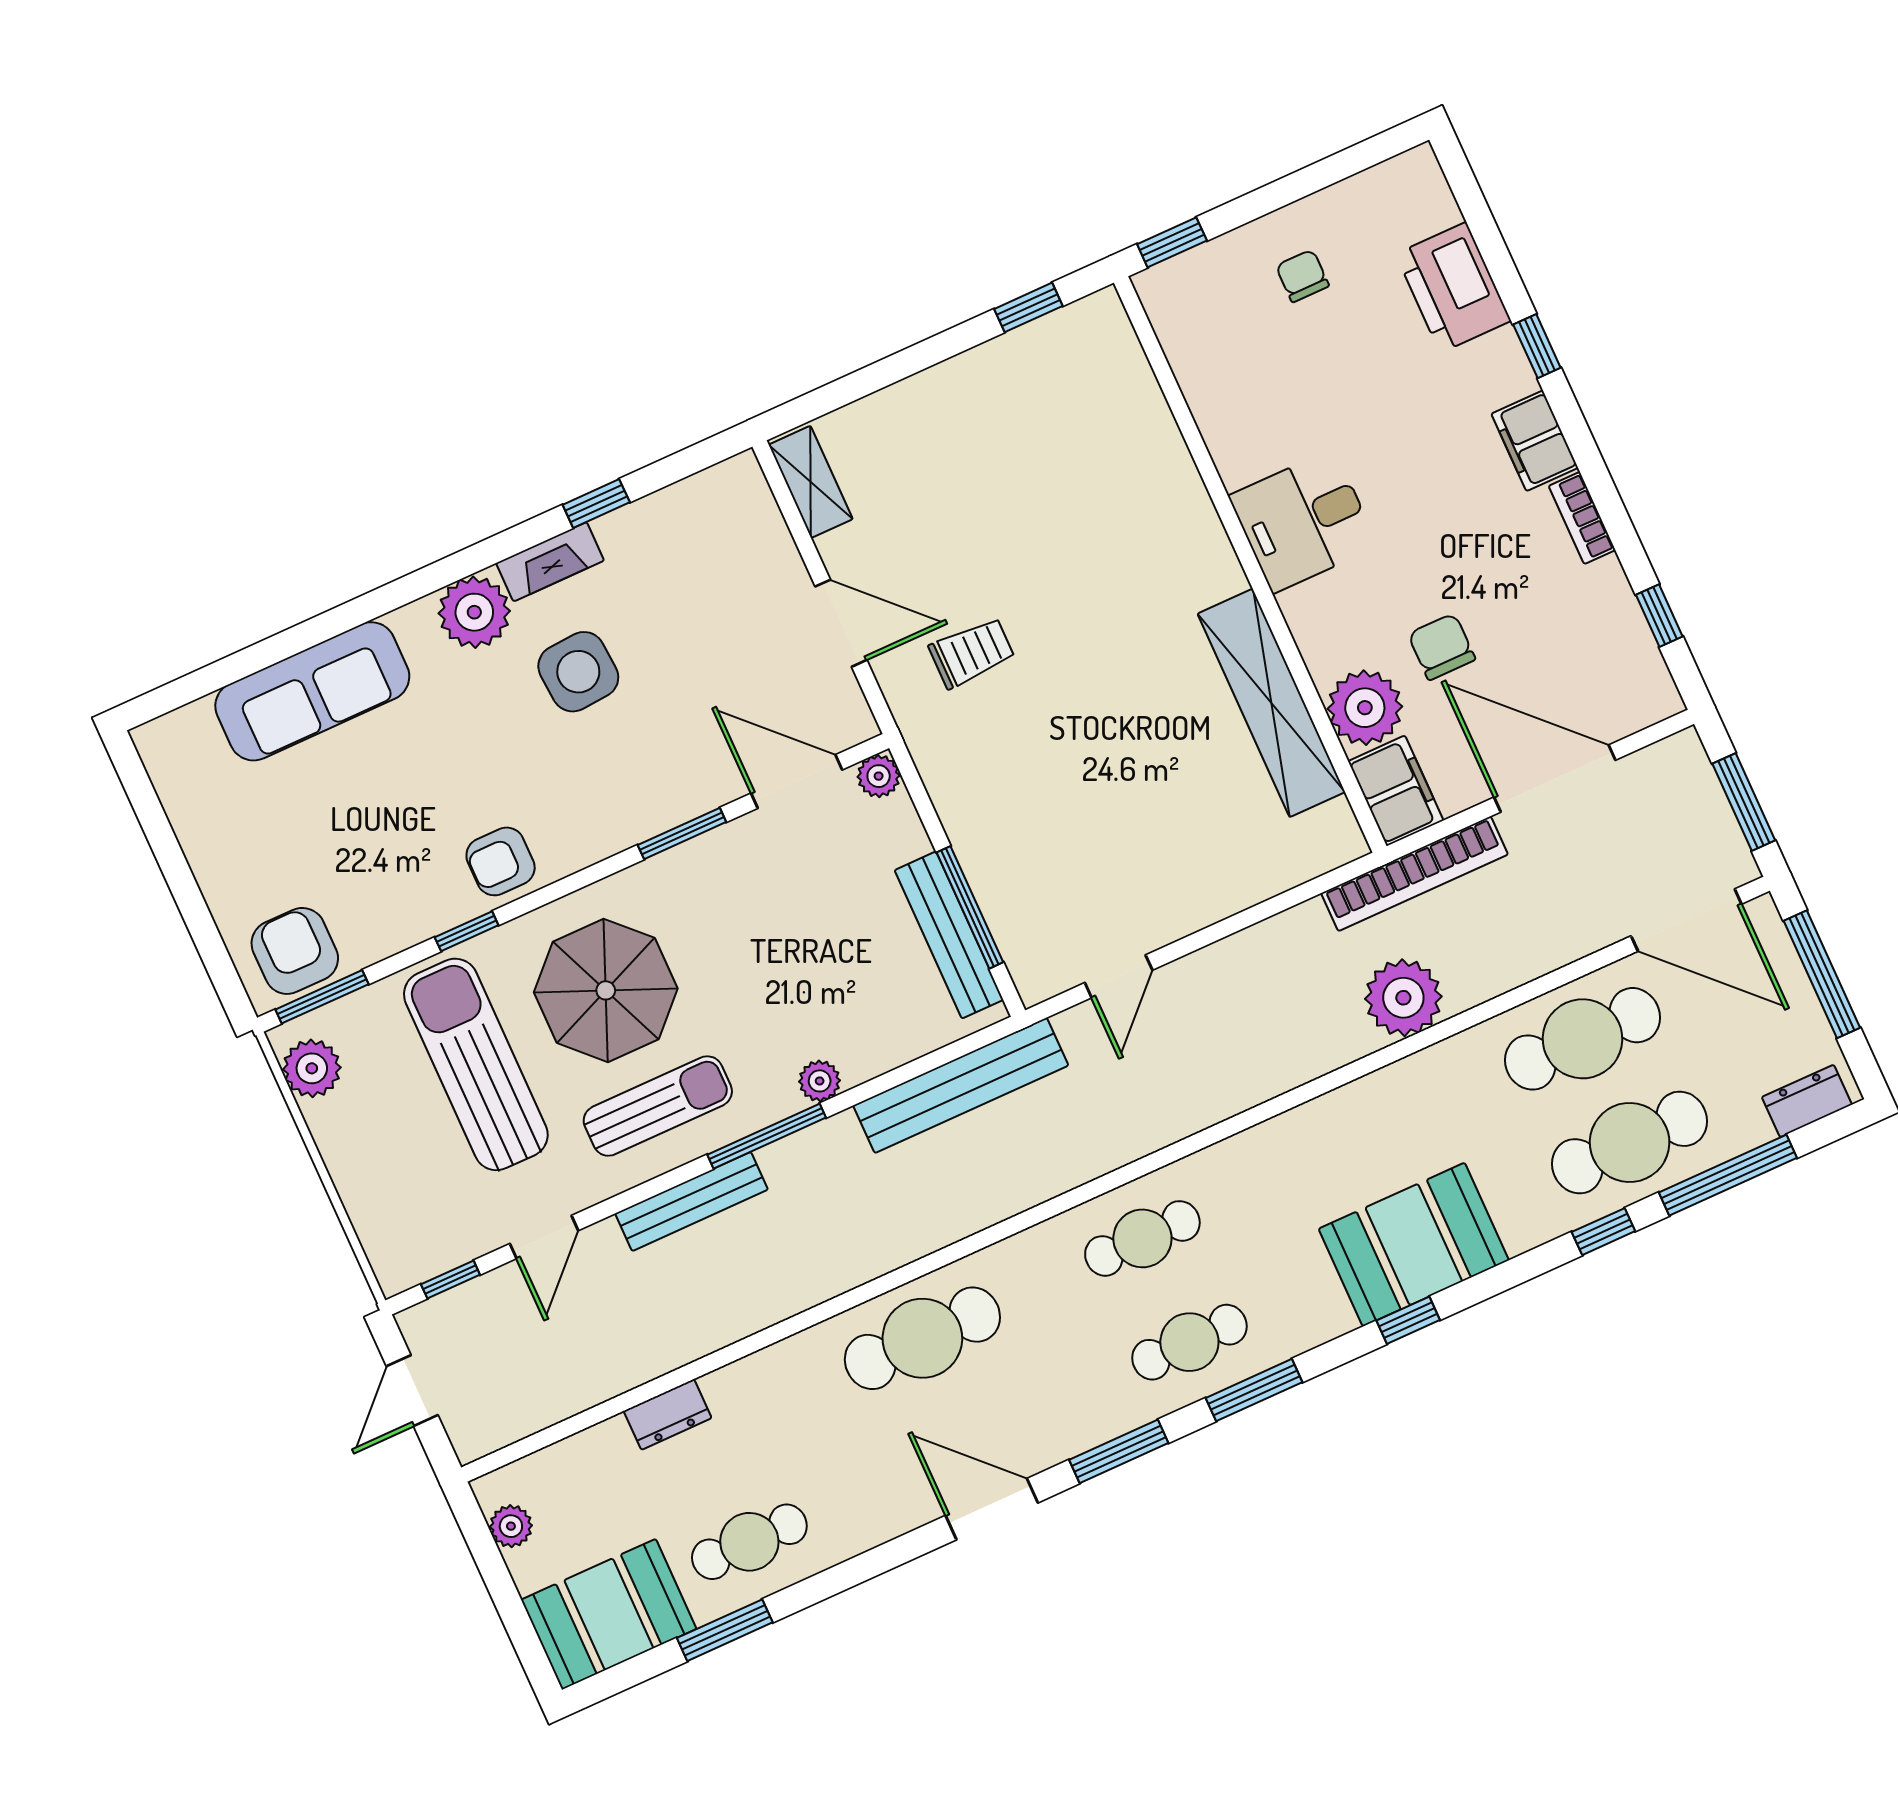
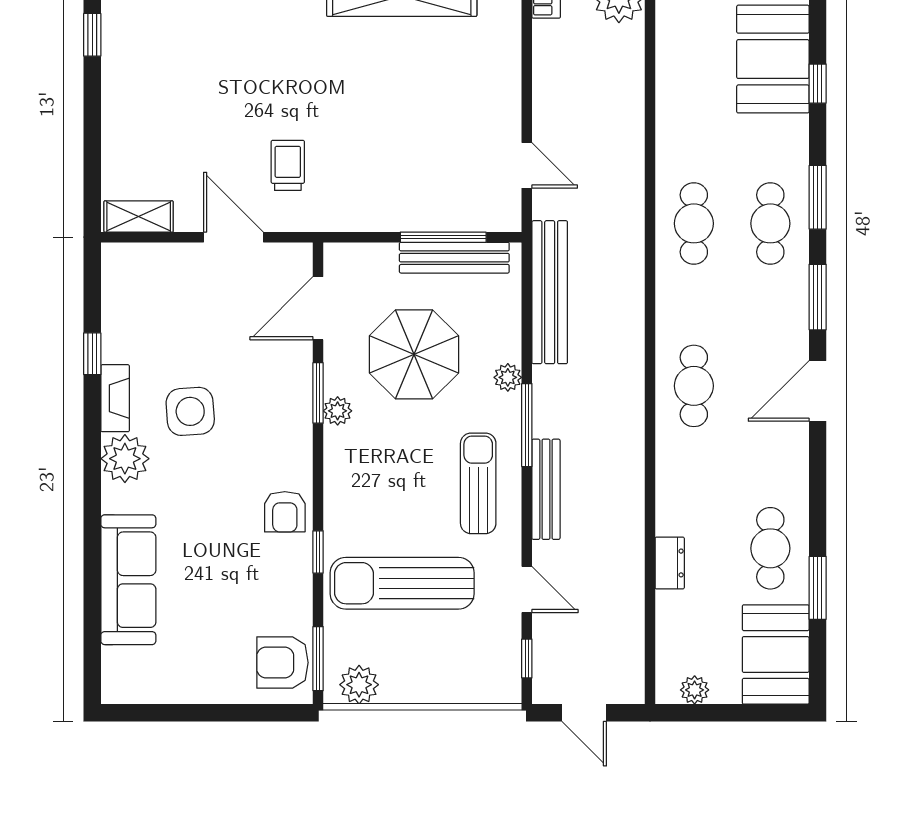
door: (841, 623) -> (233, 237), hinge flipped
plant: (879, 776) -> (338, 411), moved
parasol: (606, 990) -> (414, 354), moved
cafe table: (922, 1338) -> (694, 386), width x0.73, depth x0.74

